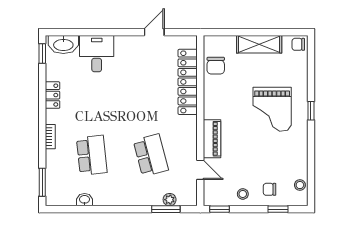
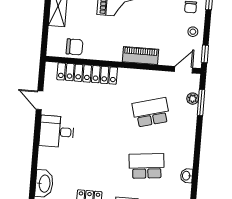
desk: (97, 54) -> (57, 132), moved
door: (200, 170) -> (183, 70), moved

